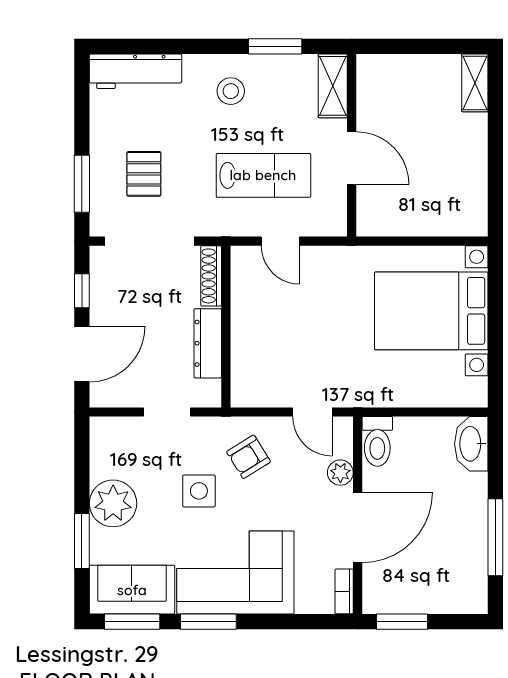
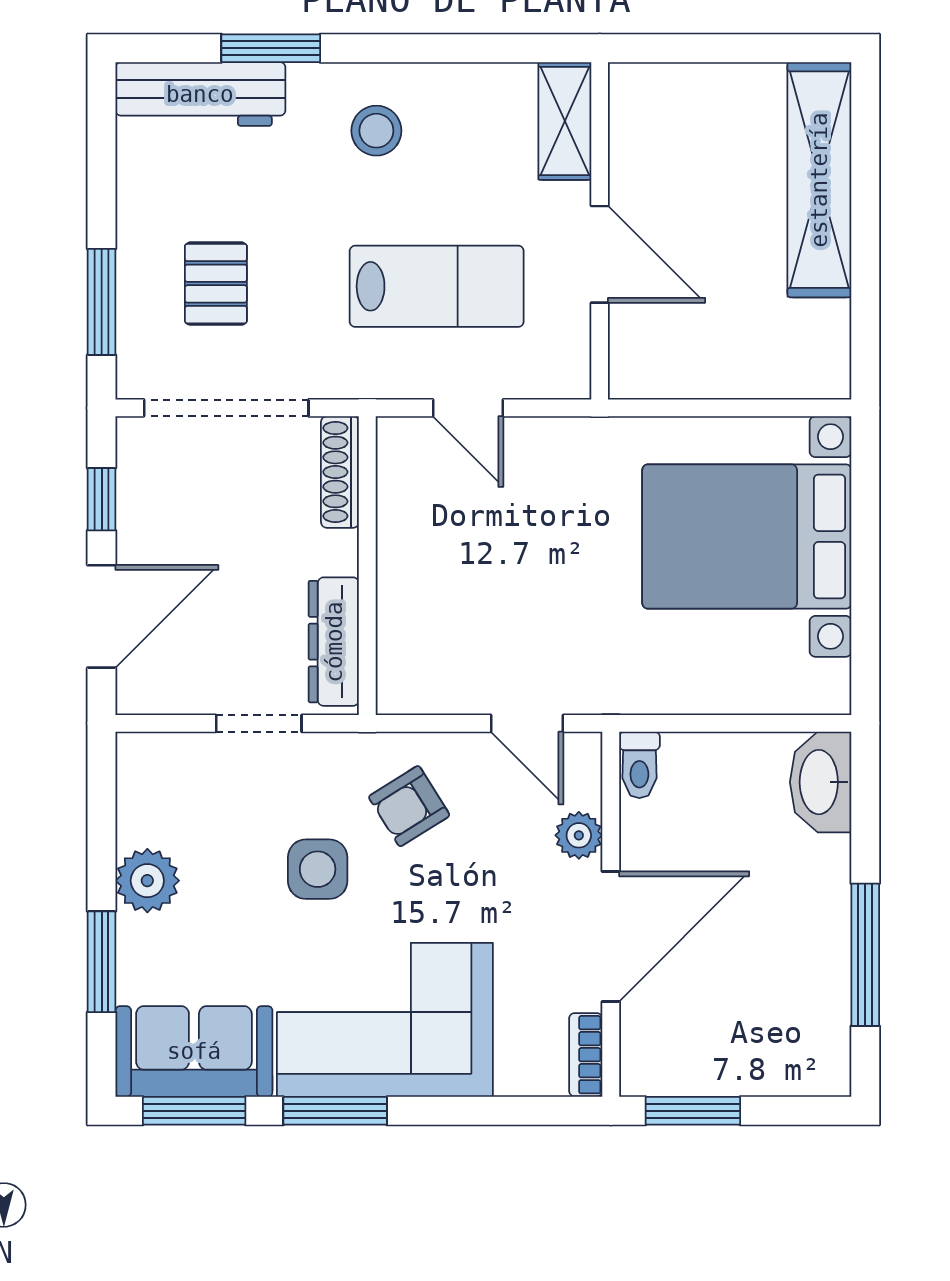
window: (275, 46) -> (271, 48), moved
shelving: (475, 83) -> (819, 180), width x2.20, depth x1.33
dresser: (208, 343) -> (334, 642), moved
toilet: (377, 441) -> (639, 765), width x0.73, depth x0.72
plant: (113, 503) -> (147, 881), width x0.73, depth x0.73

